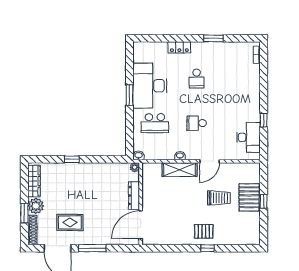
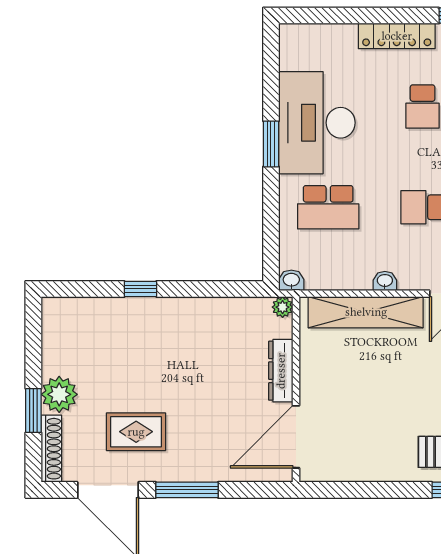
locker: (179, 47) -> (397, 36), width x1.53
shelving: (179, 170) -> (366, 312), width x1.47
wardrobe: (34, 181) -> (55, 338), removed

